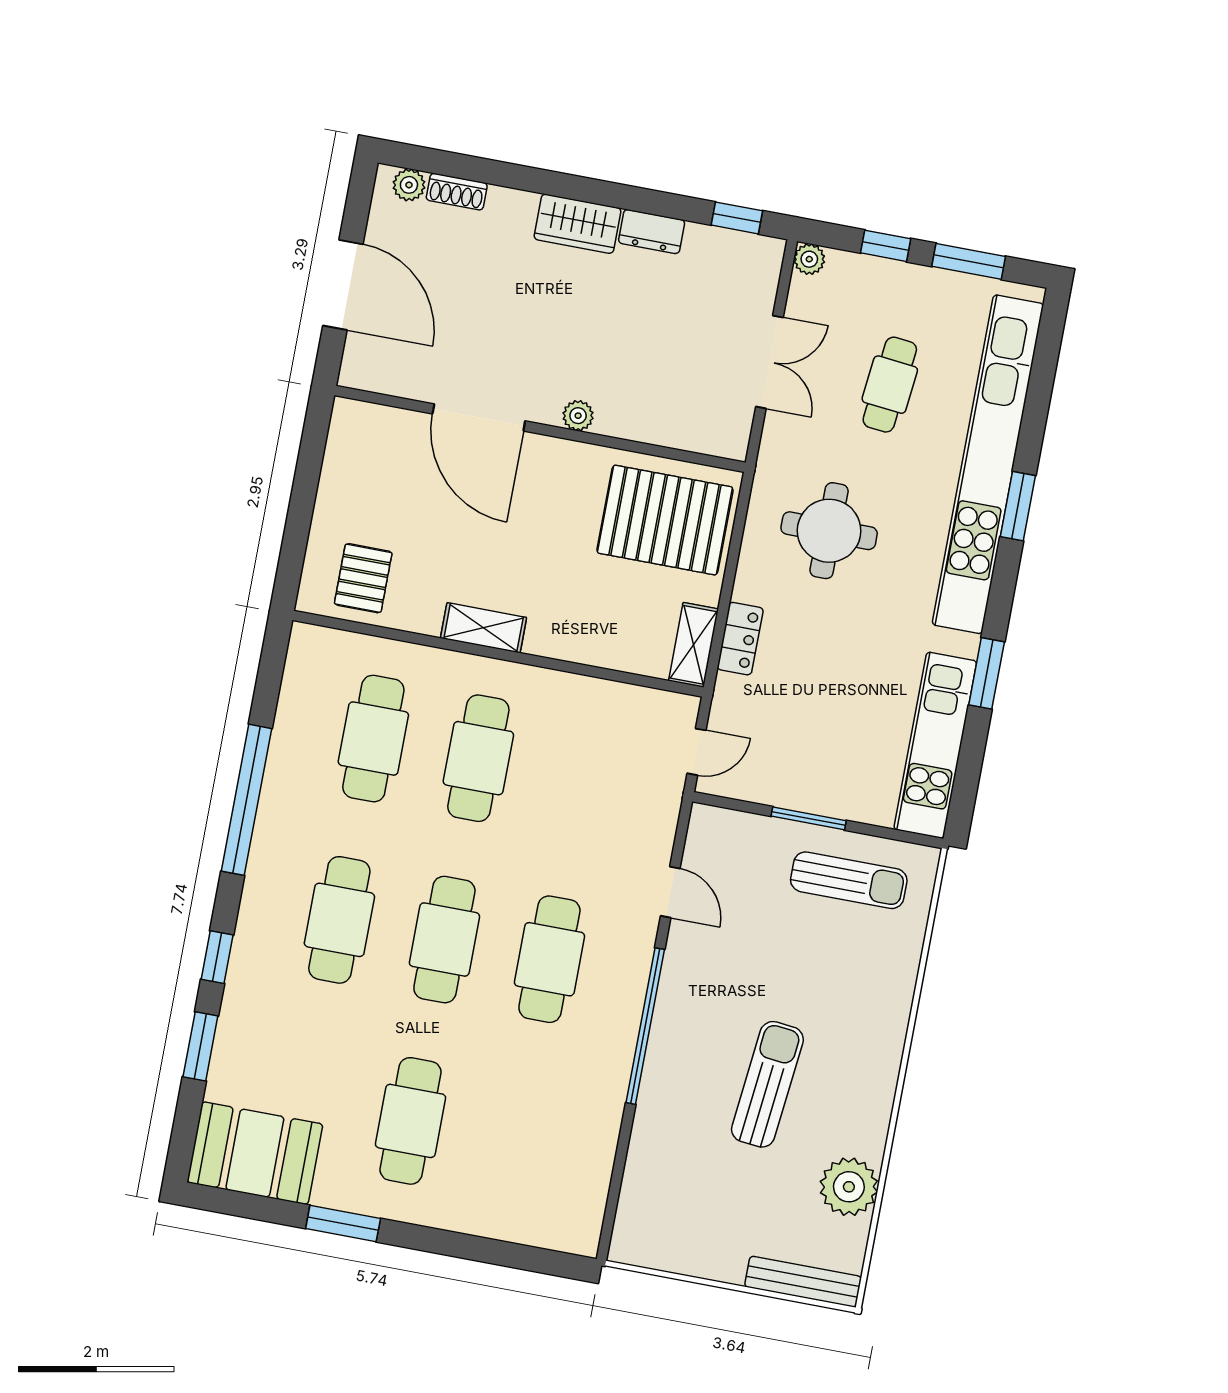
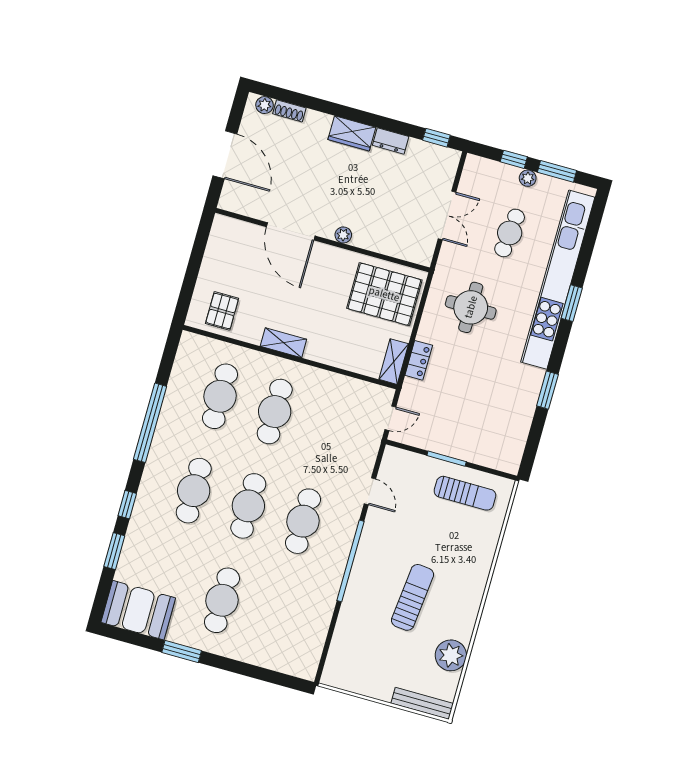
plant: (809, 259) -> (528, 178), moved
kitchen unit: (935, 745) -> (517, 426), removed

